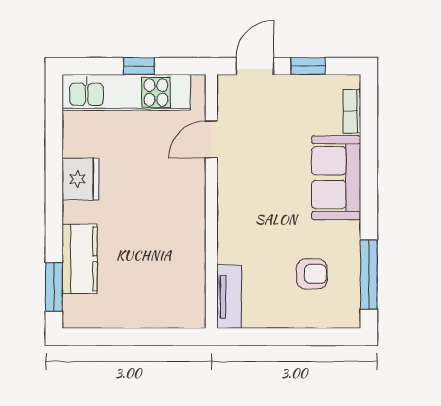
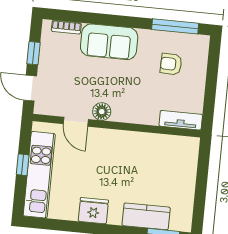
floor lamp: (230, 177) -> (102, 112), added
armchair: (312, 274) -> (171, 64), turned -88

